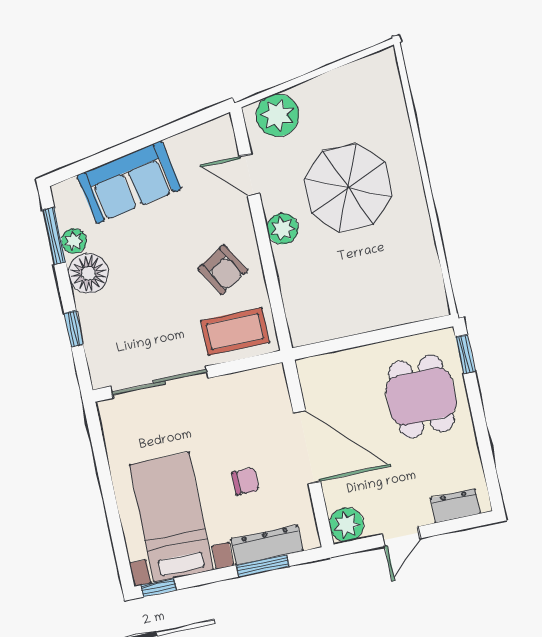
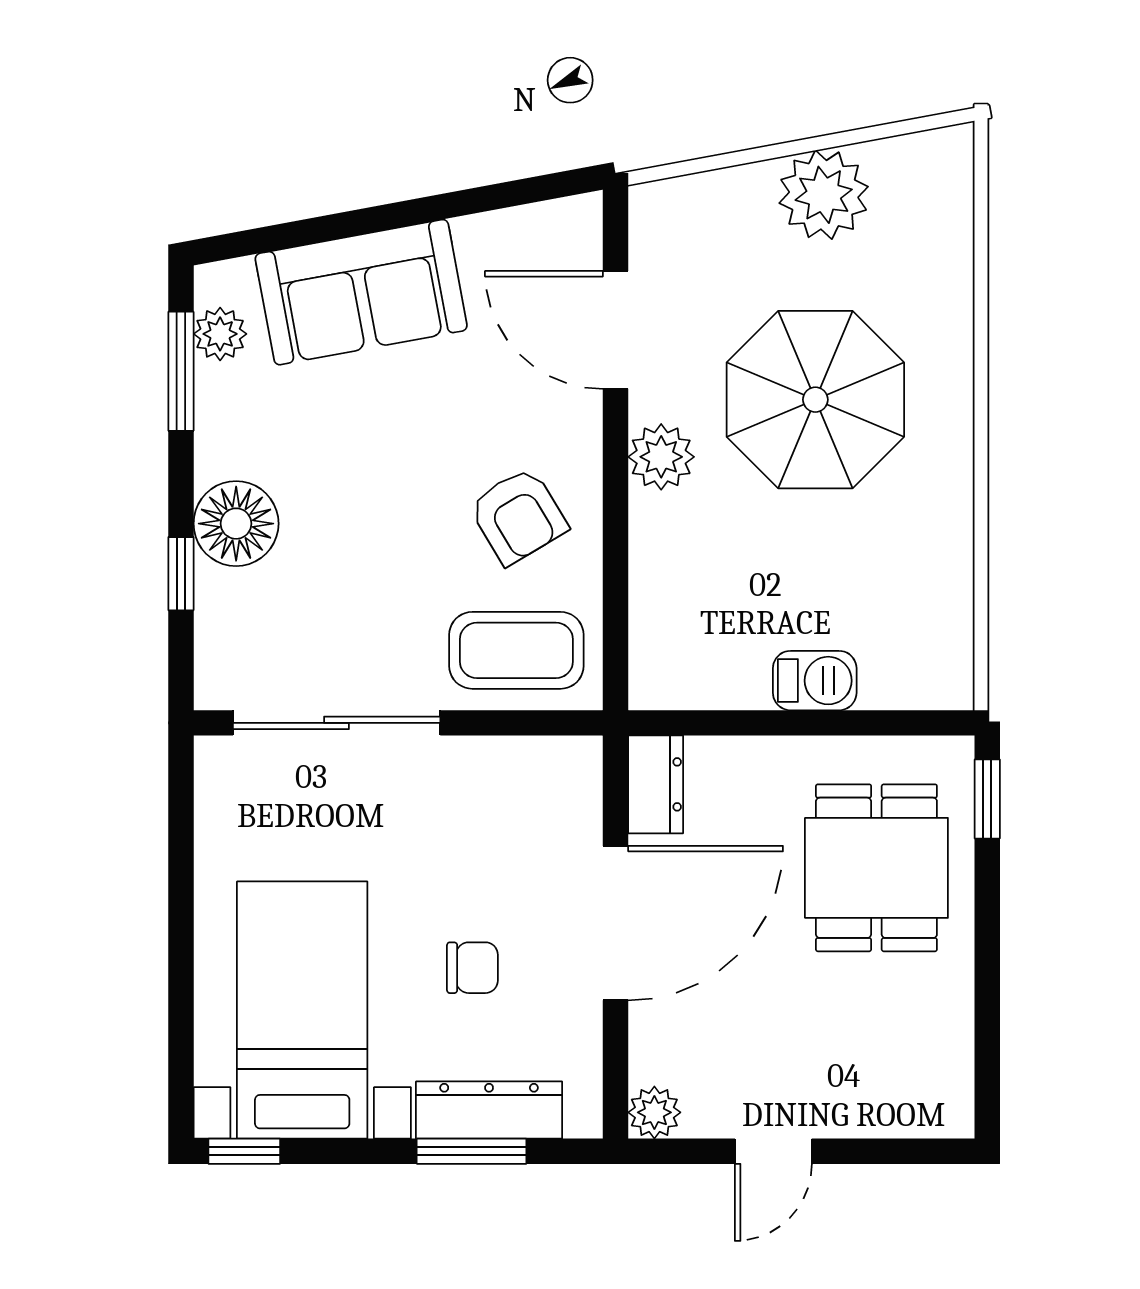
plant: (278, 115) -> (824, 195), moved
door: (249, 175) -> (616, 330), width x1.38
plant: (74, 241) -> (220, 334), moved
floor lamp: (88, 273) -> (236, 524), moved
barbecue: (375, 317) -> (815, 681), added
door: (307, 447) -> (616, 923), hinge flipped
dresser: (455, 506) -> (656, 784), moved, turned 90
plant: (346, 525) -> (654, 1112), width x0.73, depth x0.73

